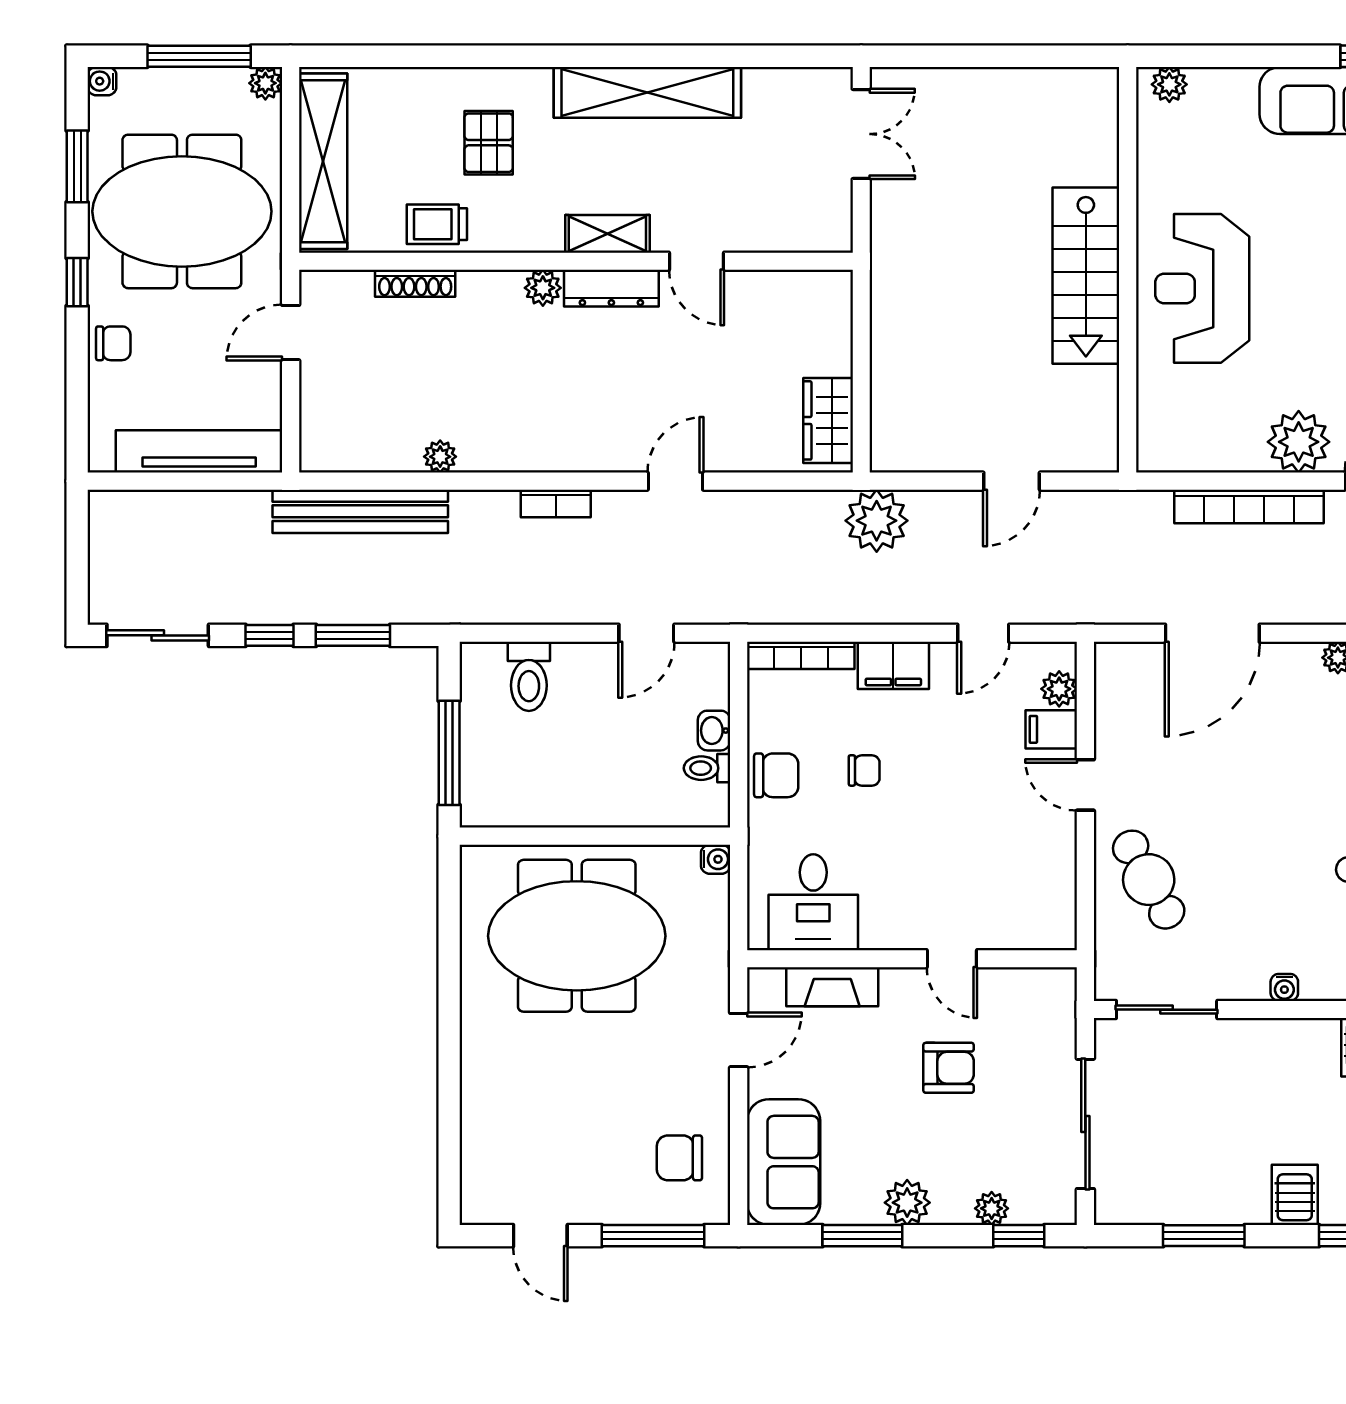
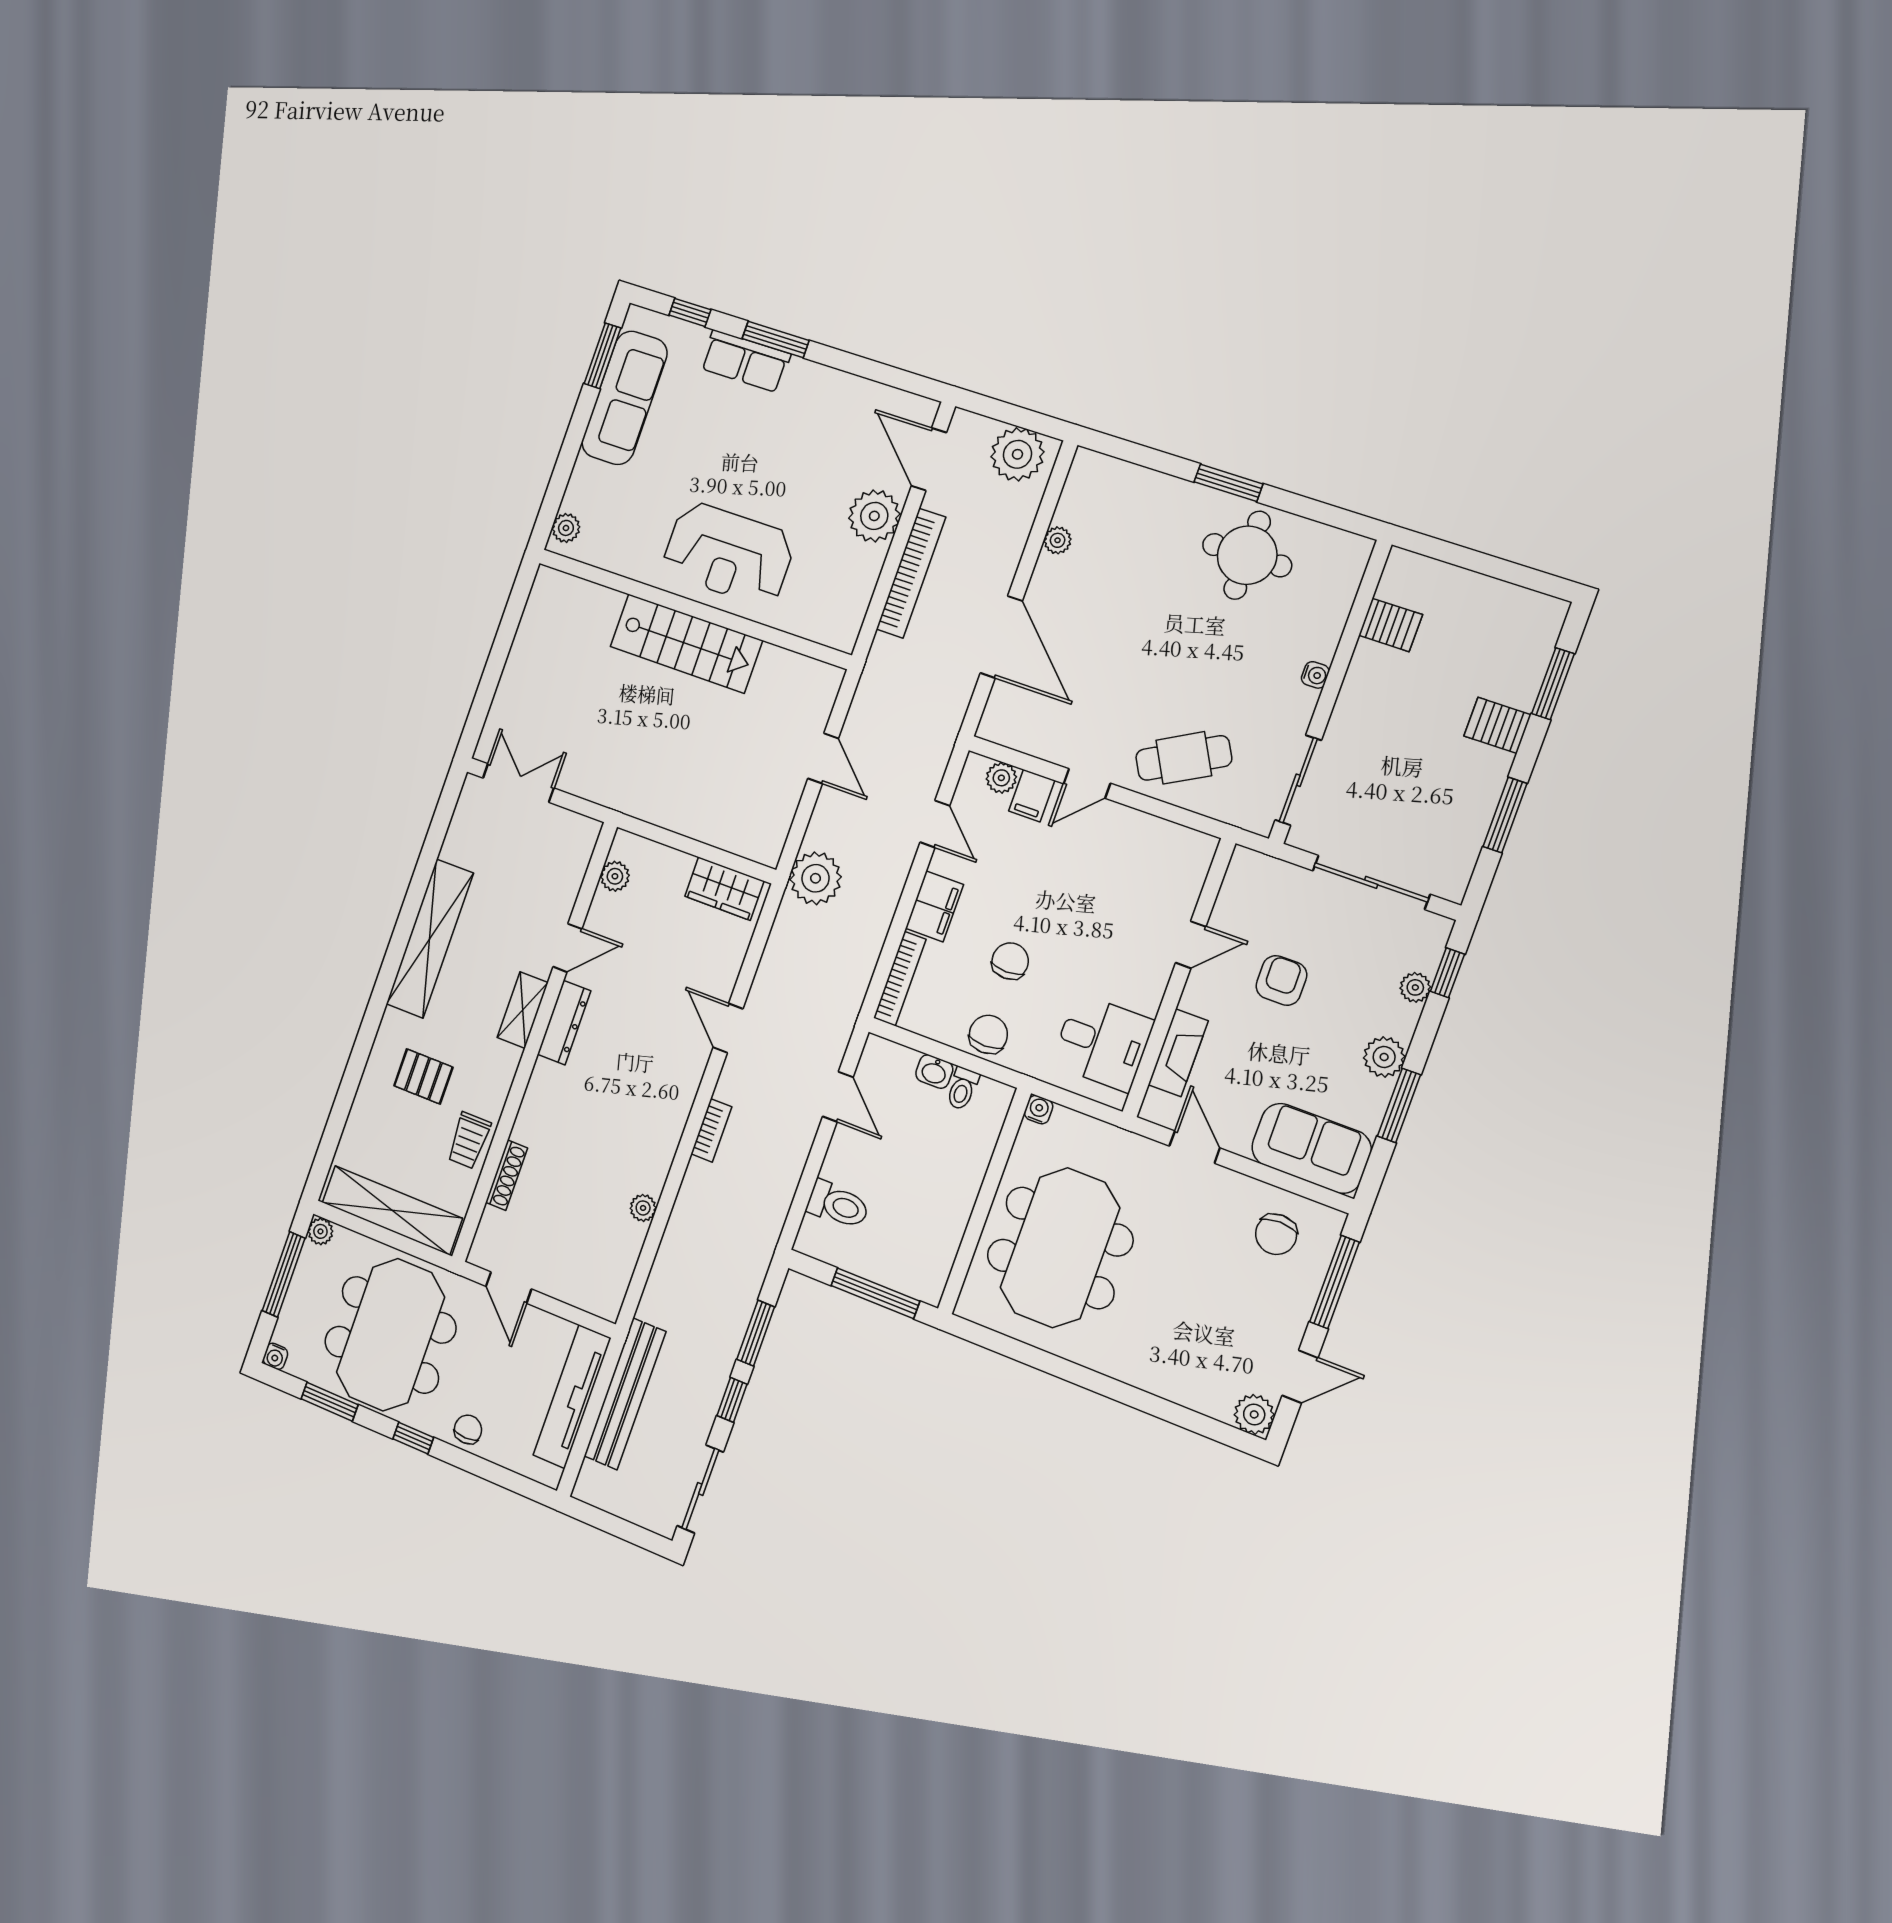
plant: (543, 288) -> (615, 876), moved
bench: (360, 511) -> (625, 1394), moved
chair: (864, 770) -> (1010, 961), width x1.37, depth x1.37
plant: (482, 1203) -> (1254, 1414), added

